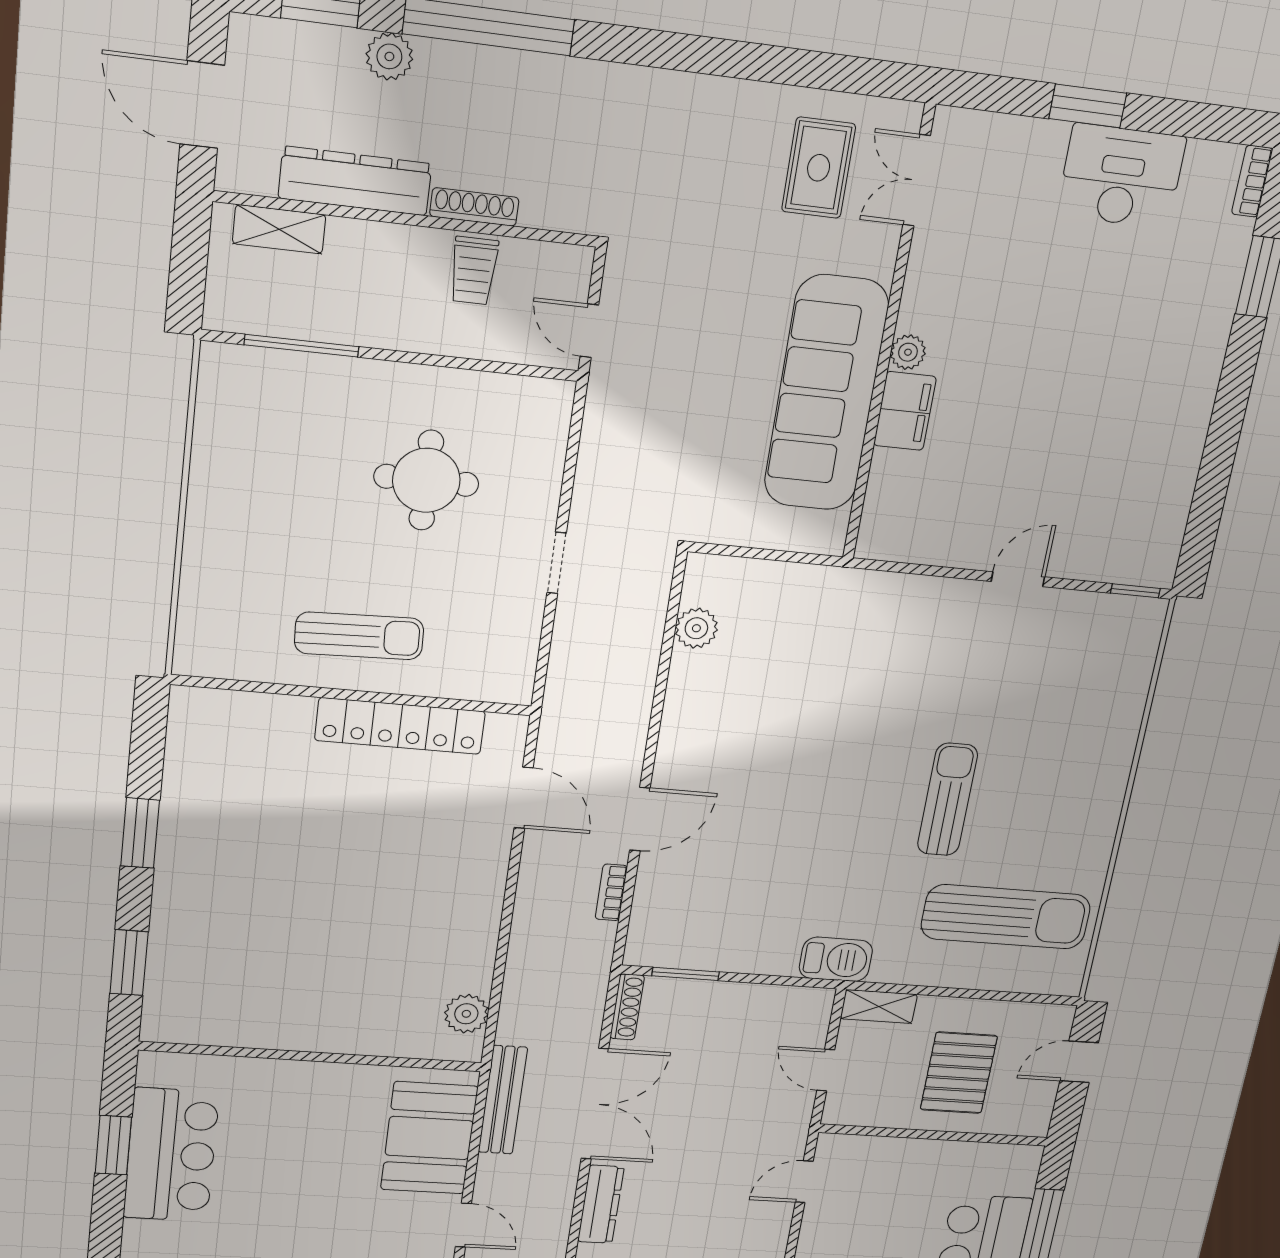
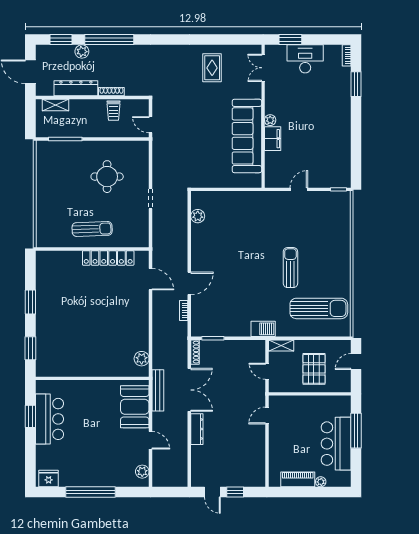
double door: (916, 180) -> (263, 68), moved
wall: (888, 337) -> (263, 116), moved
plant: (908, 352) -> (270, 120), moved
sofa: (826, 394) -> (247, 136), moved
filing cabinet: (905, 411) -> (273, 139), moved

